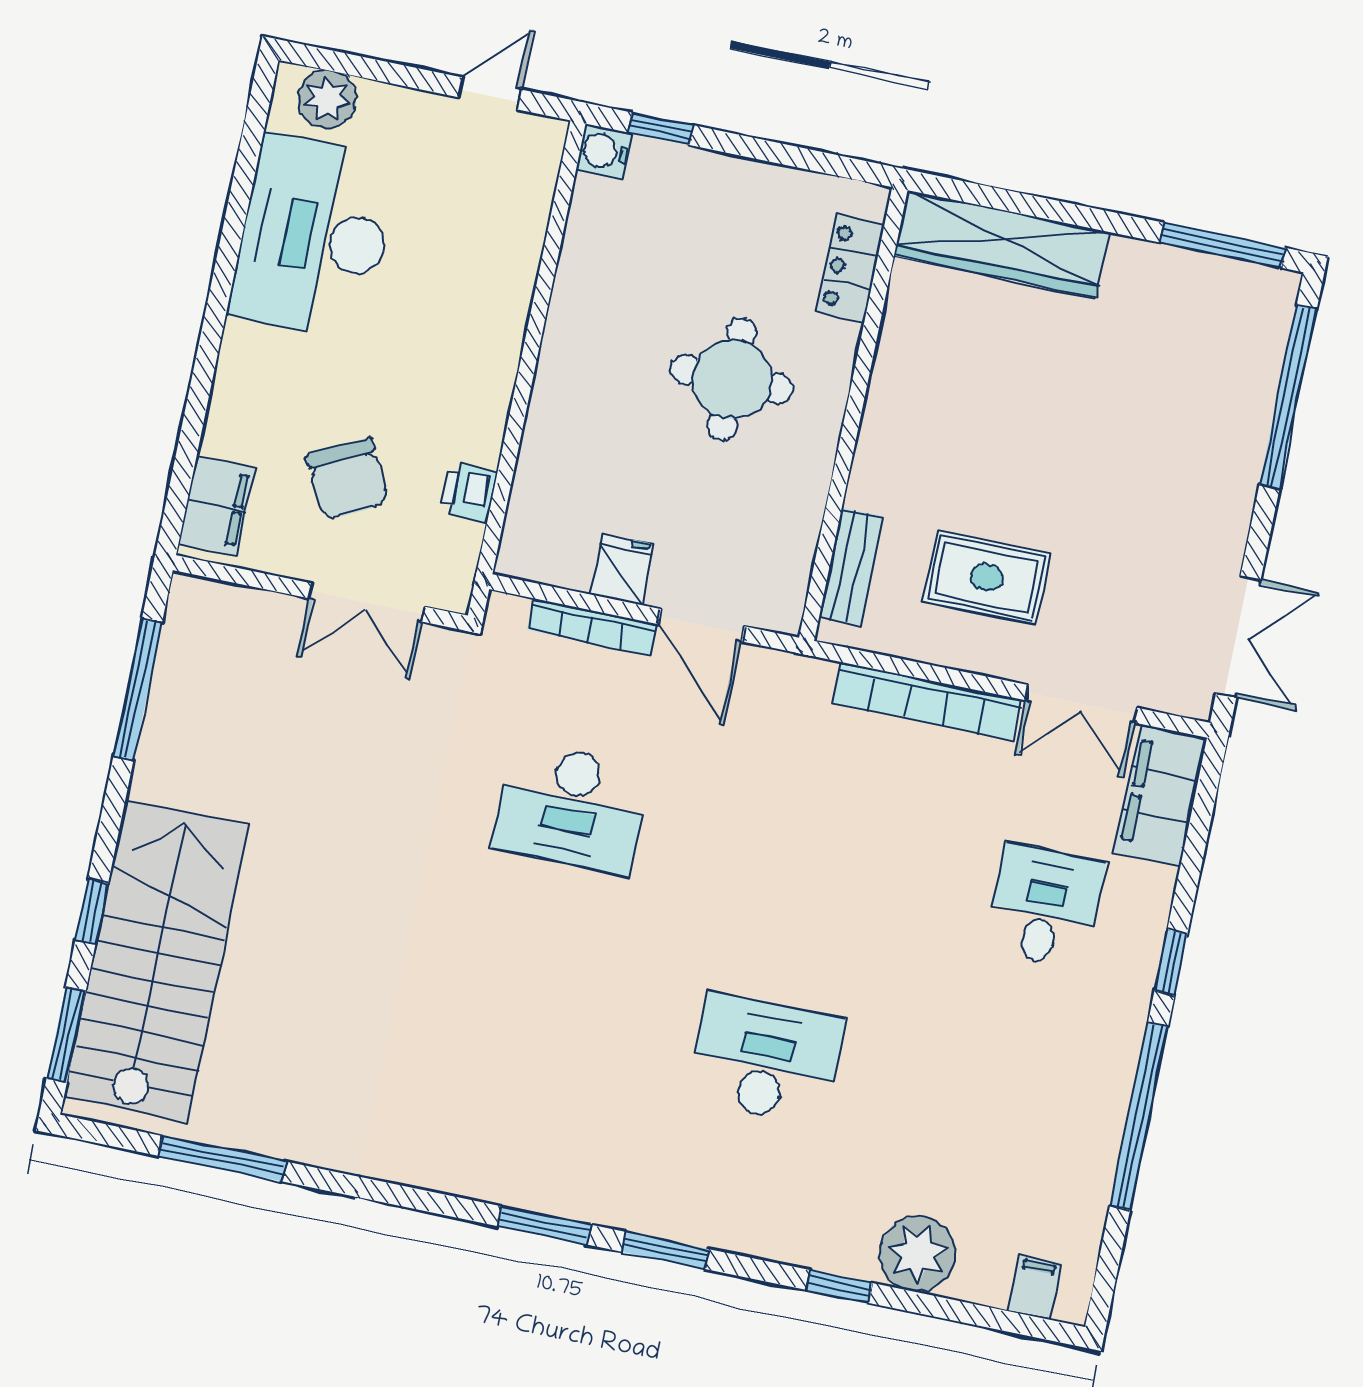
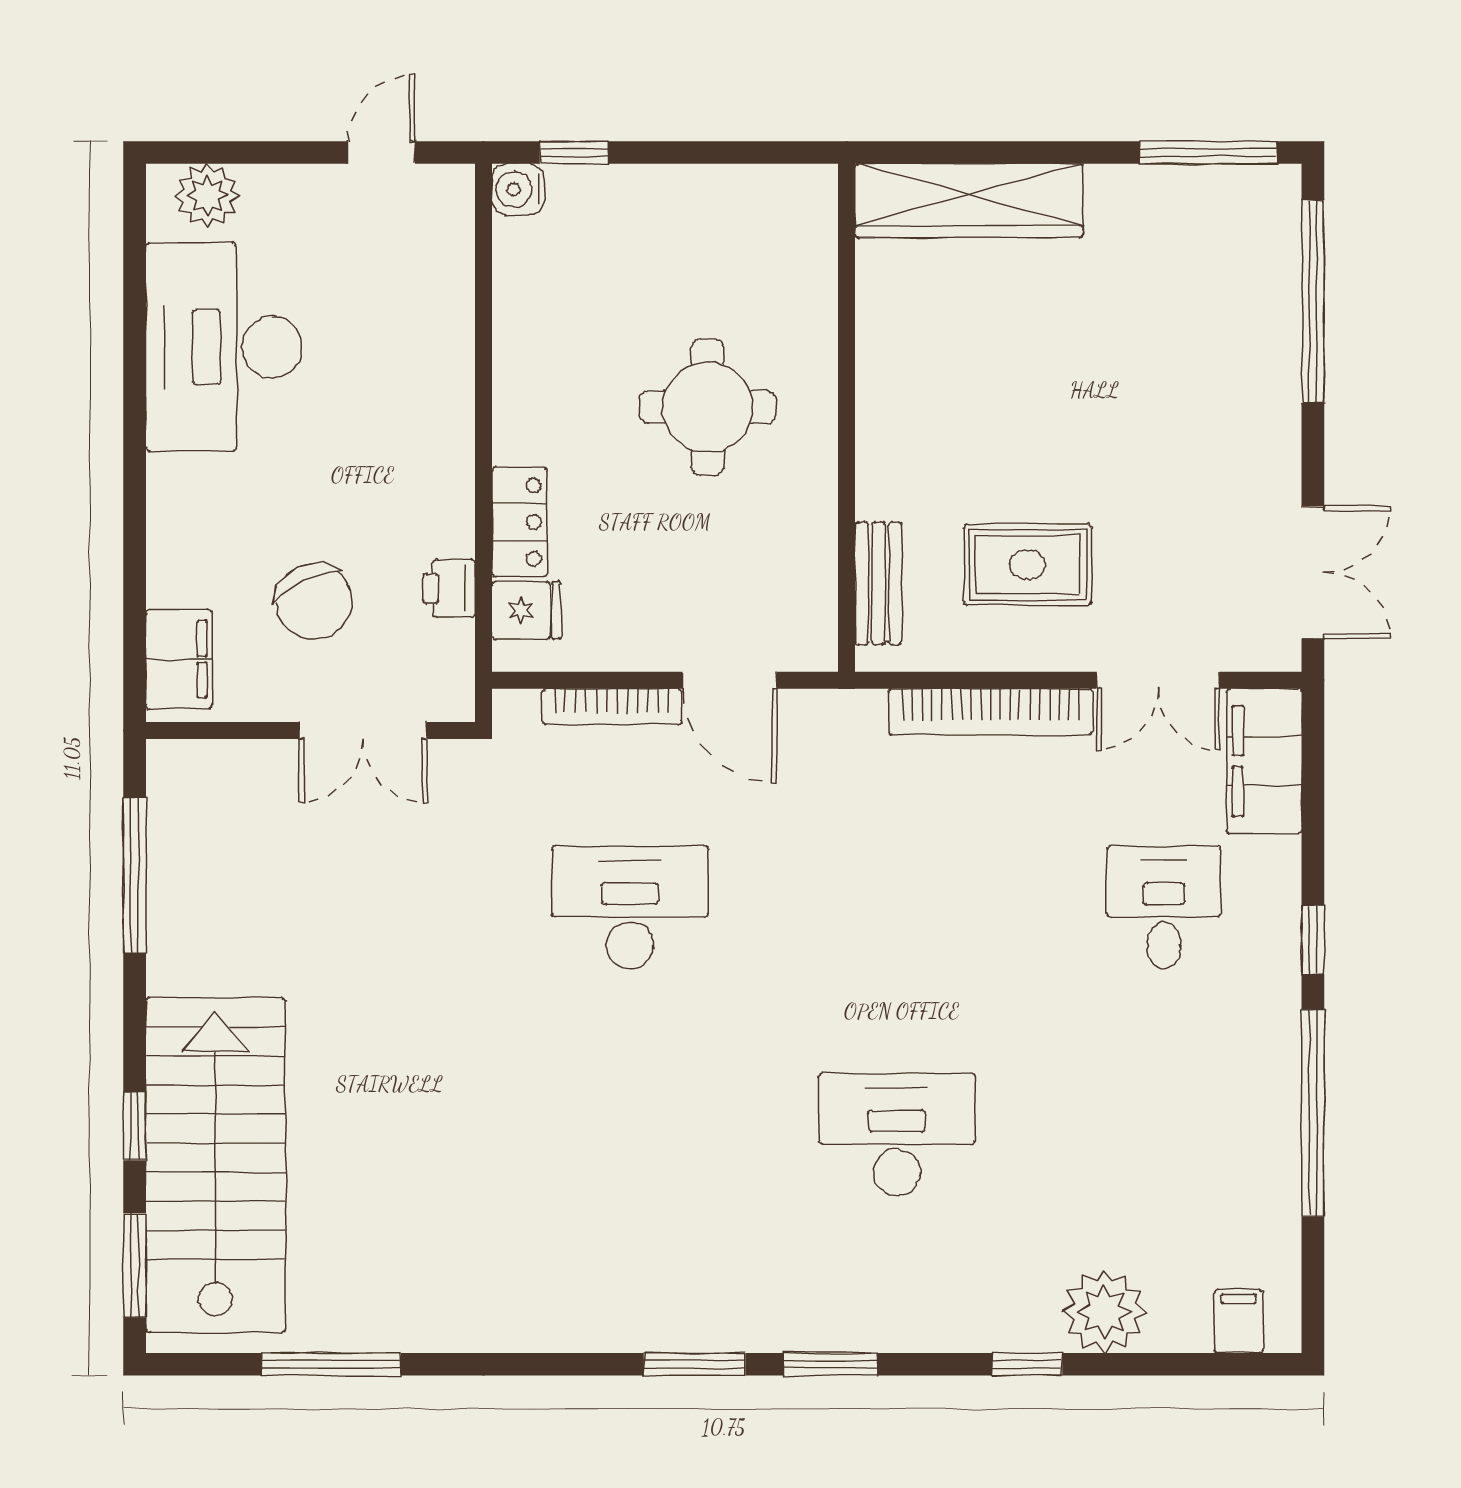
locker: (850, 268) -> (520, 522), moved, turned 180
fridge: (622, 569) -> (527, 610), moved, turned 90
desk: (571, 808) -> (630, 907), turned 180

